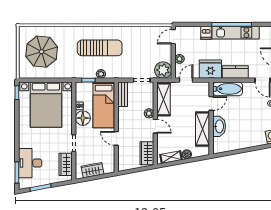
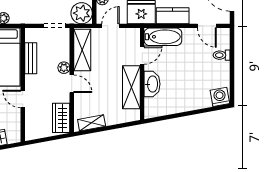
bench: (123, 94) -> (31, 58), moved
boiler: (187, 154) -> (111, 119), removed

